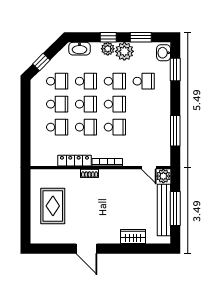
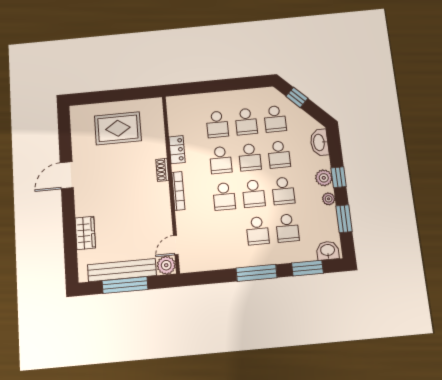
plant: (124, 51) -> (329, 199), width x0.53, depth x0.53
school desk: (144, 104) -> (258, 231), added
window: (175, 131) -> (257, 273), moved
locker: (74, 161) -> (177, 150), width x0.66

